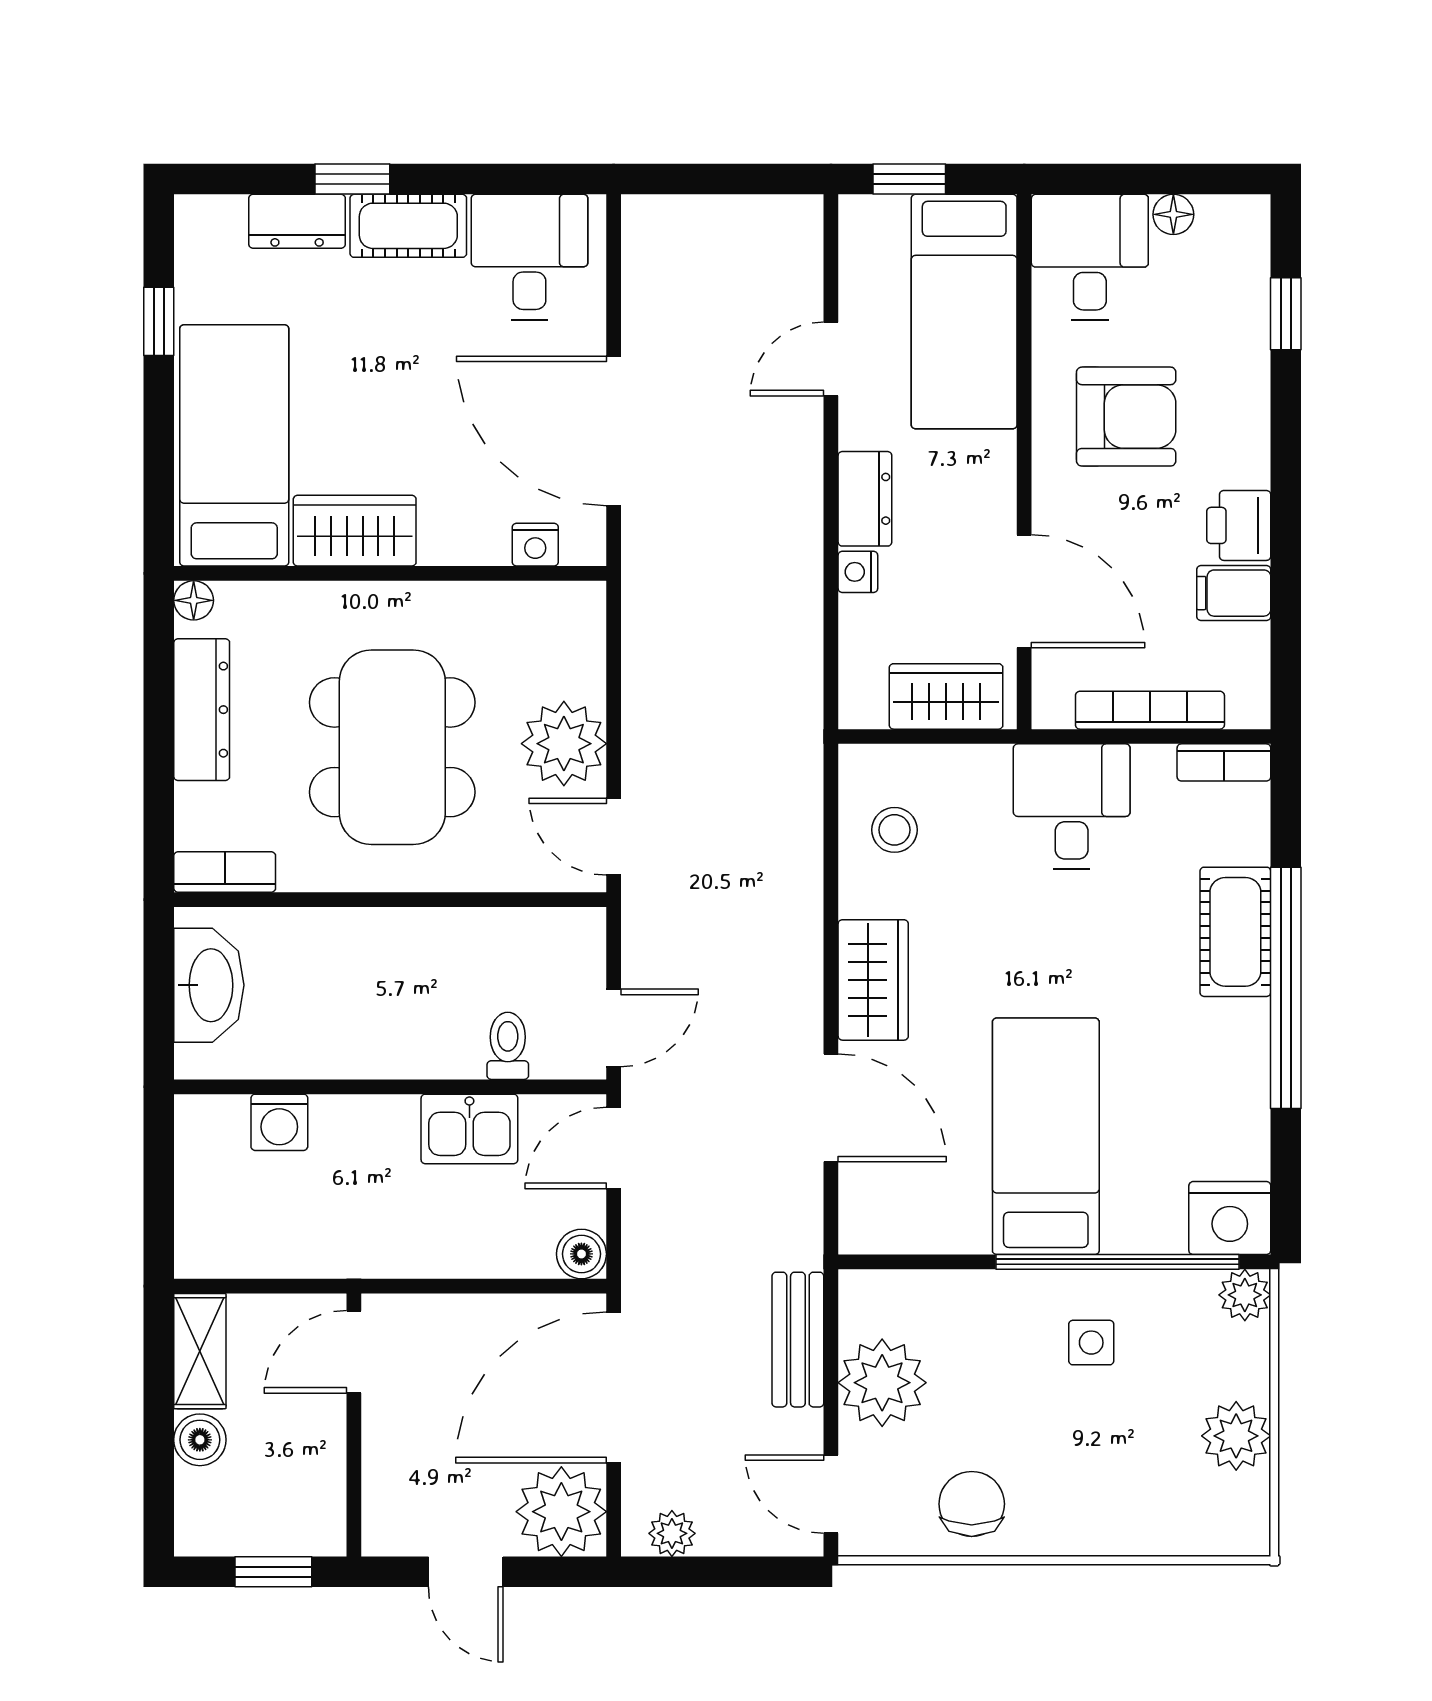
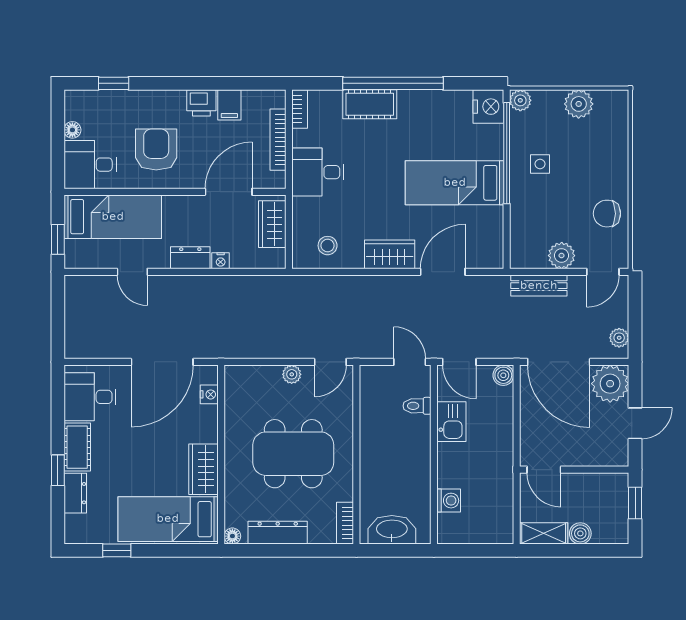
plant: (564, 744) -> (292, 374), width x0.53, depth x0.53
plant: (882, 1383) -> (562, 256), width x0.73, depth x0.73

